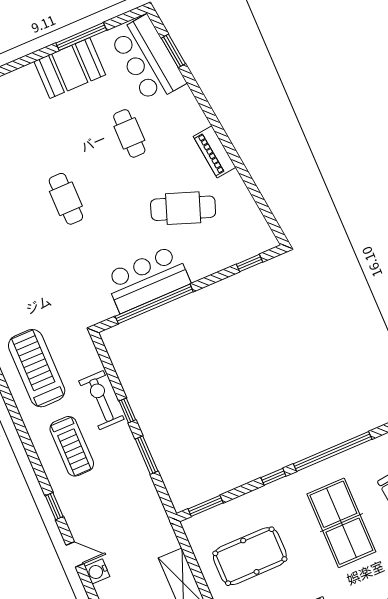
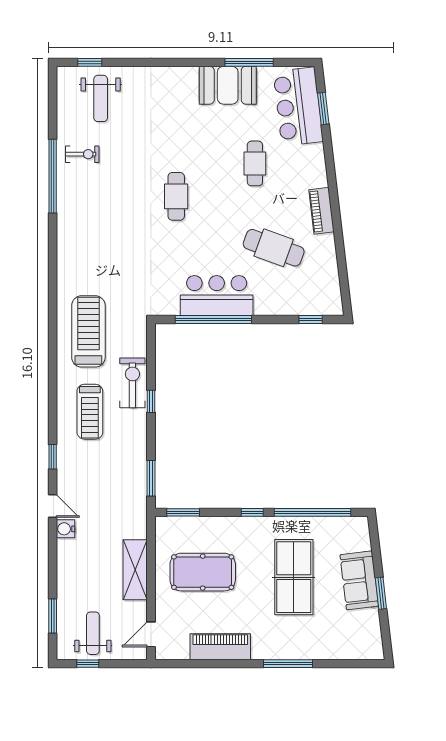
window: (147, 455) -> (151, 478), moved

